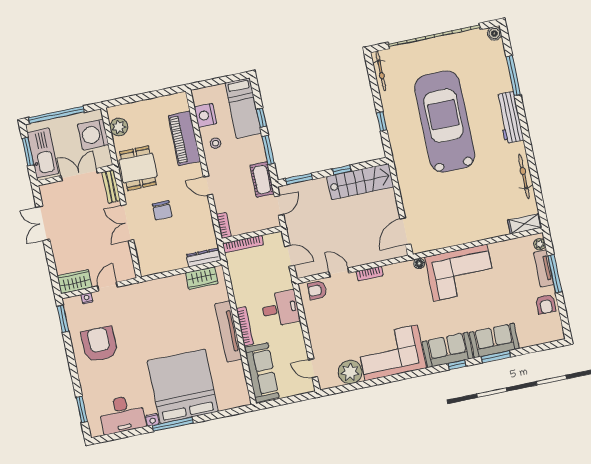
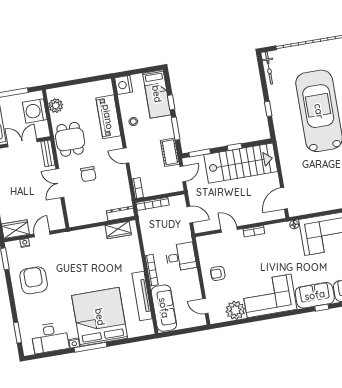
nightstand: (205, 115) -> (124, 85), moved
stairs: (360, 182) -> (241, 163), width x1.36, depth x1.51
armchair: (317, 290) -> (218, 273), moved
tv unit: (228, 332) -> (142, 296), moved

